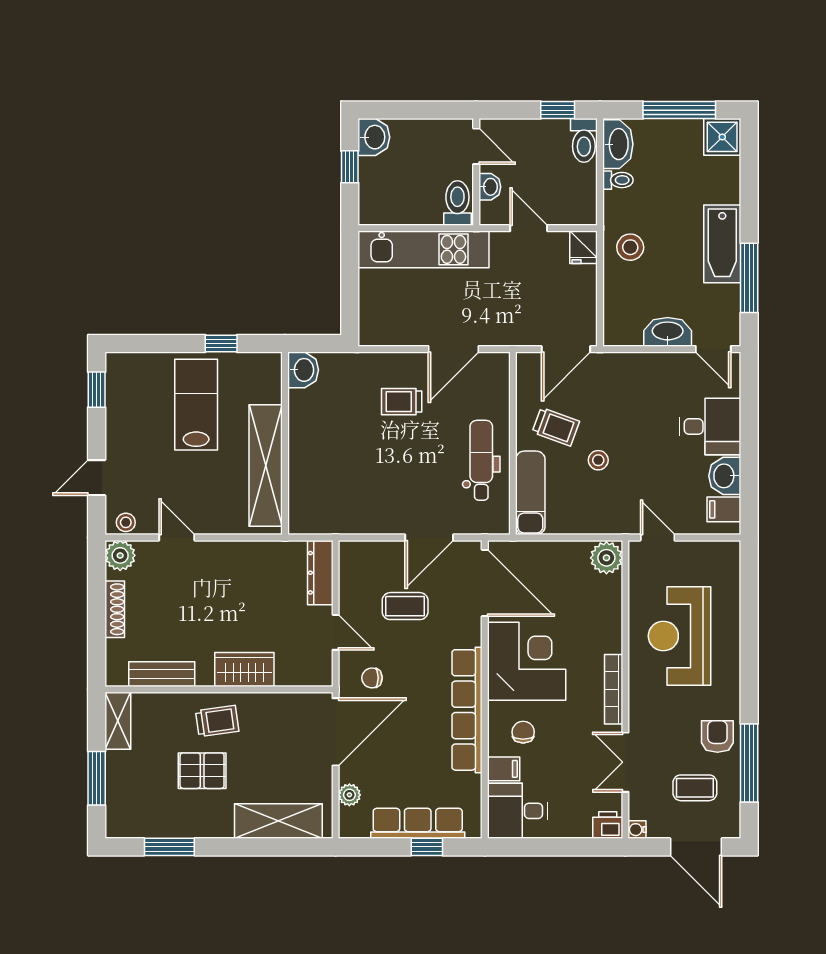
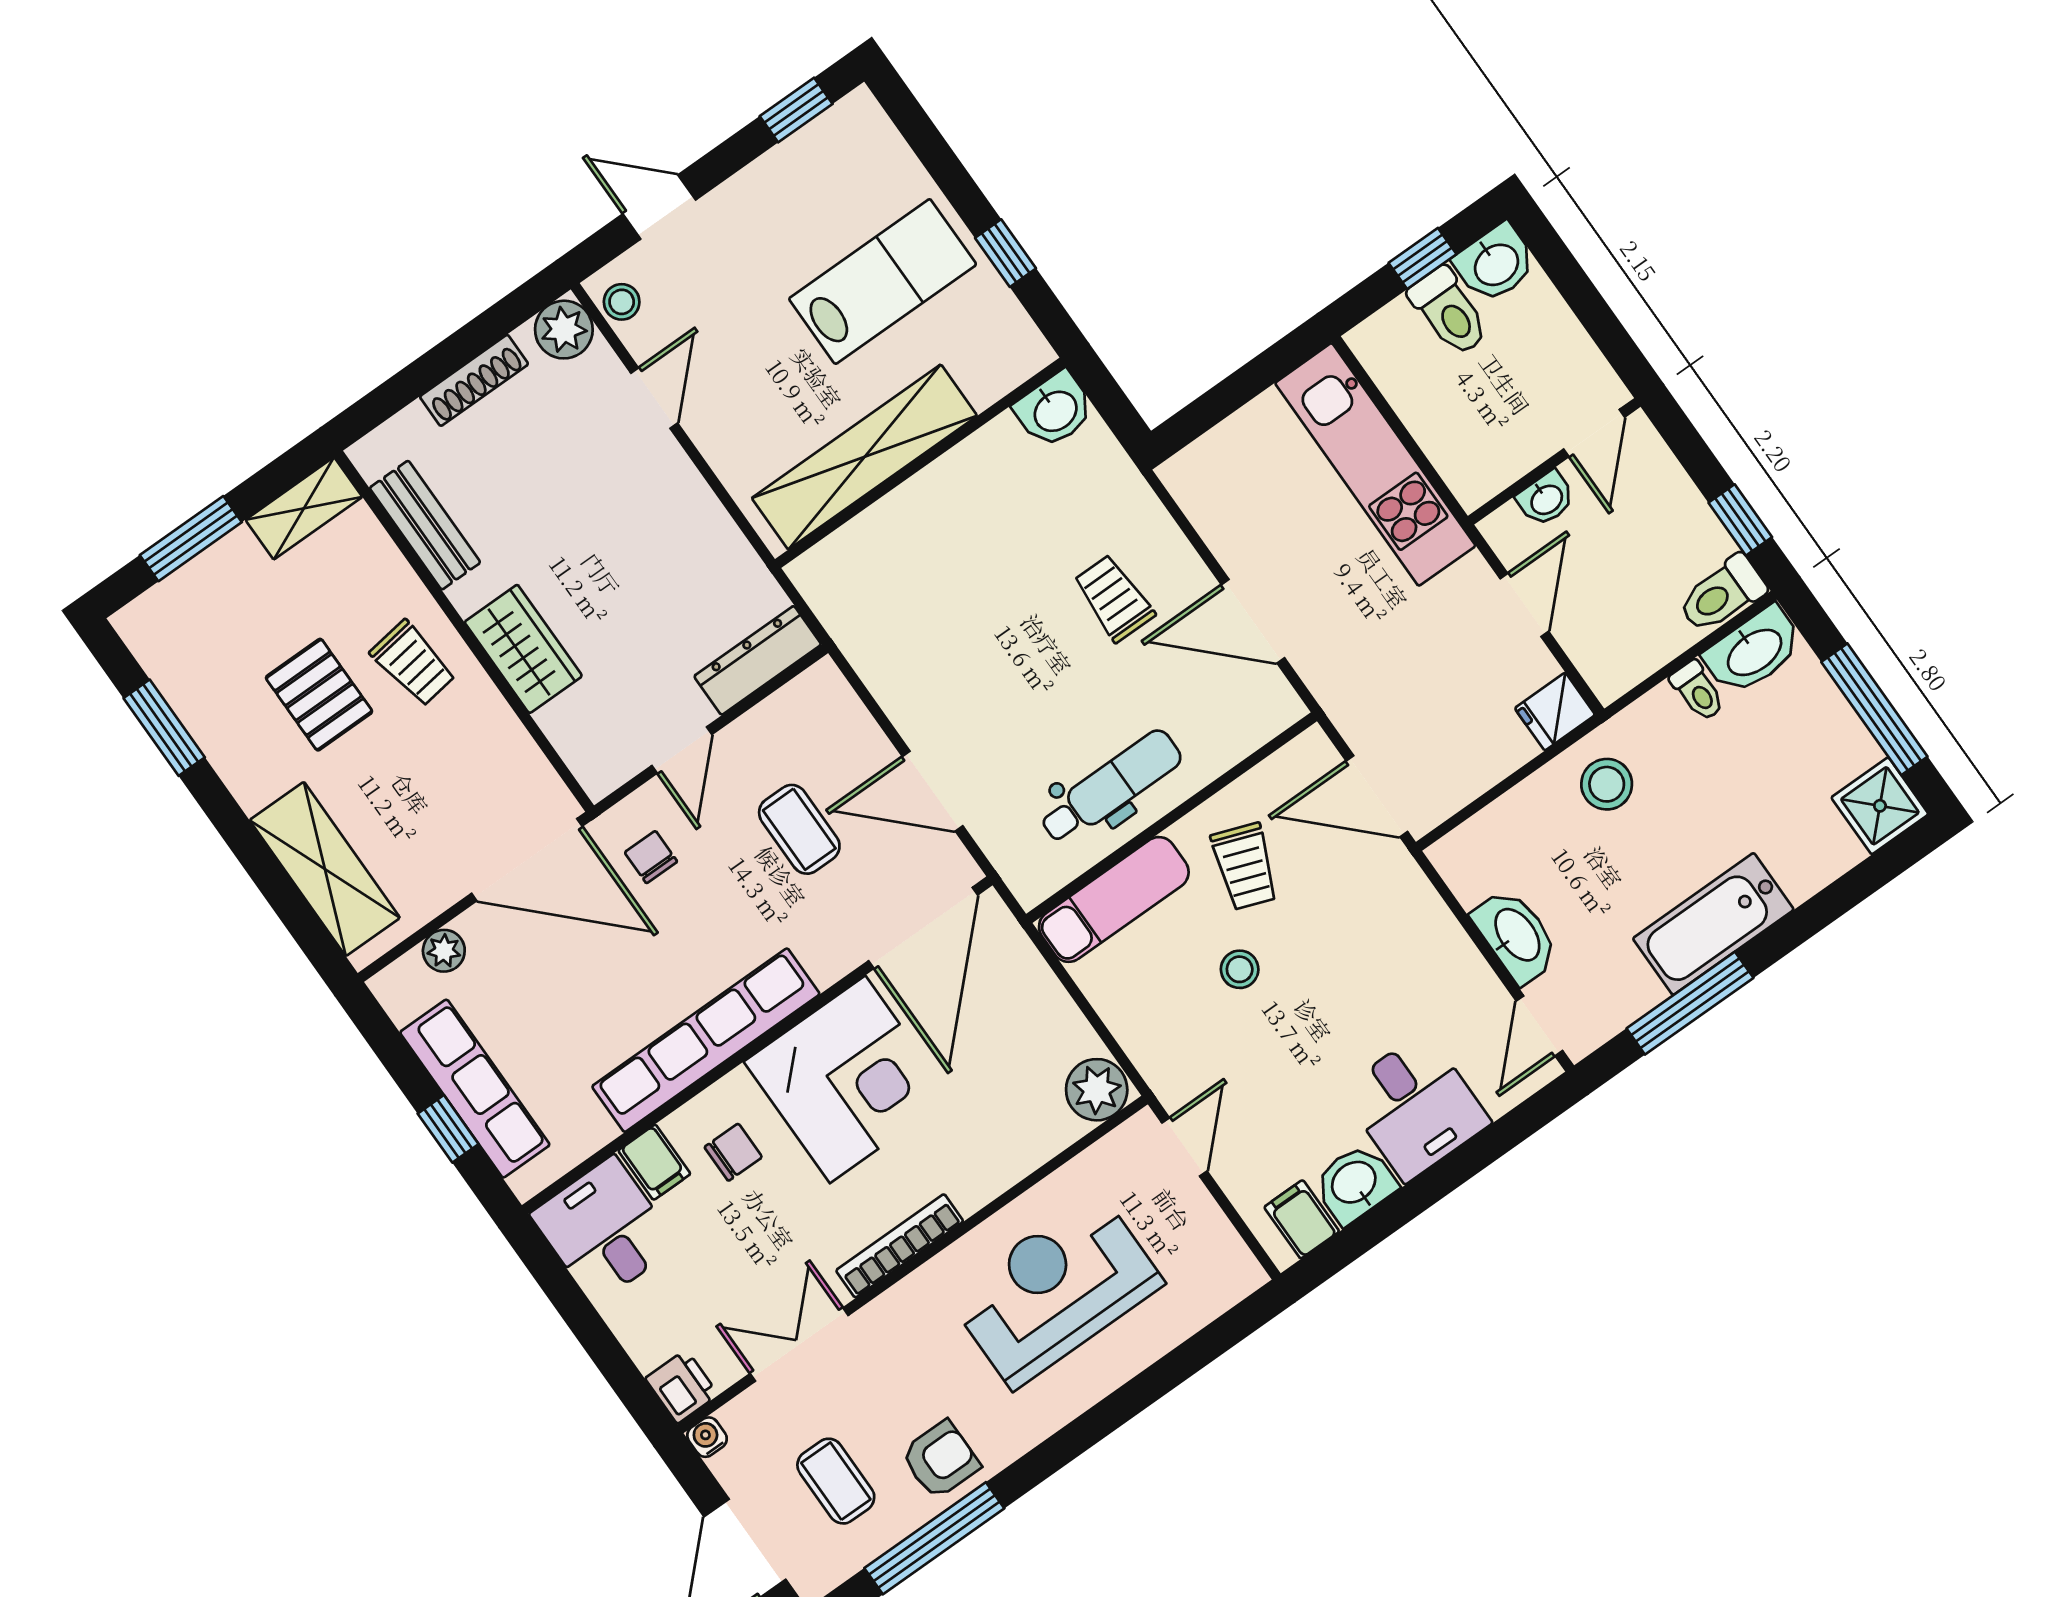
toilet: (457, 203) -> (1449, 312), moved, turned 90

